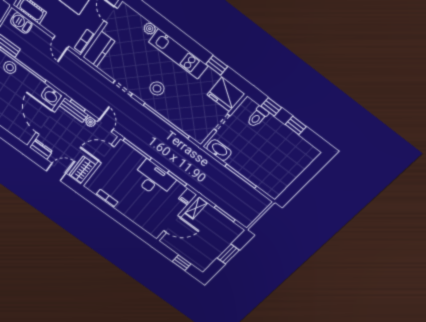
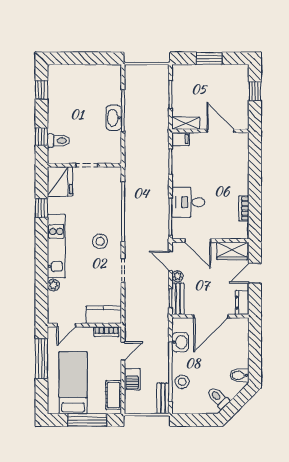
barbecue: (21, 23) -> (132, 379), moved
washbasin: (51, 96) -> (180, 342), moved
door: (105, 126) -> (170, 261), hinge flipped
window: (296, 126) -> (41, 90), moved
washbasin: (219, 150) -> (114, 118), moved
door: (56, 172) -> (255, 273), hinge flipped
desk: (153, 179) -> (188, 202), moved, width x0.73

